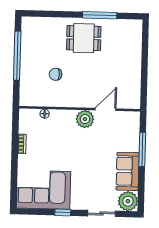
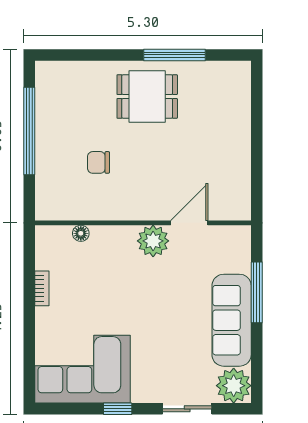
sofa: (128, 171) -> (232, 320), width x1.36

